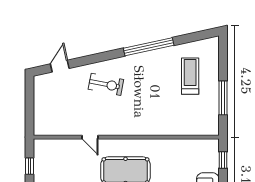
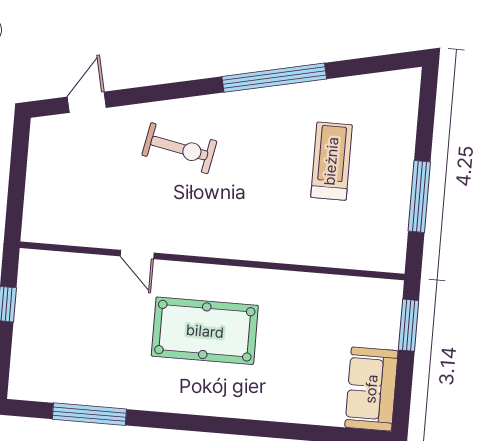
treadmill: (190, 76) -> (331, 161), moved
window: (223, 160) -> (409, 325), width x1.50

